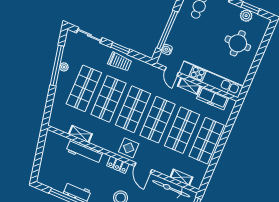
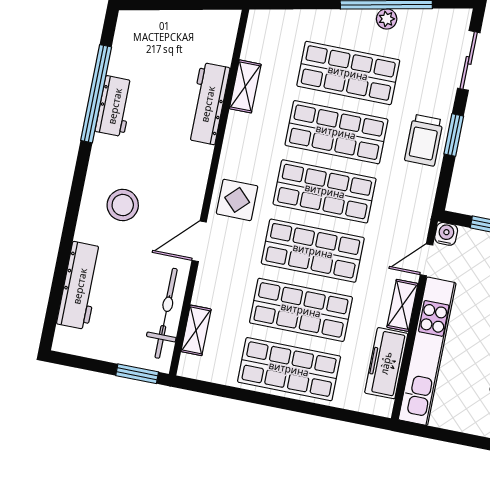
water cooler: (167, 50) -> (446, 234), moved
locker: (118, 165) -> (195, 184), removed

